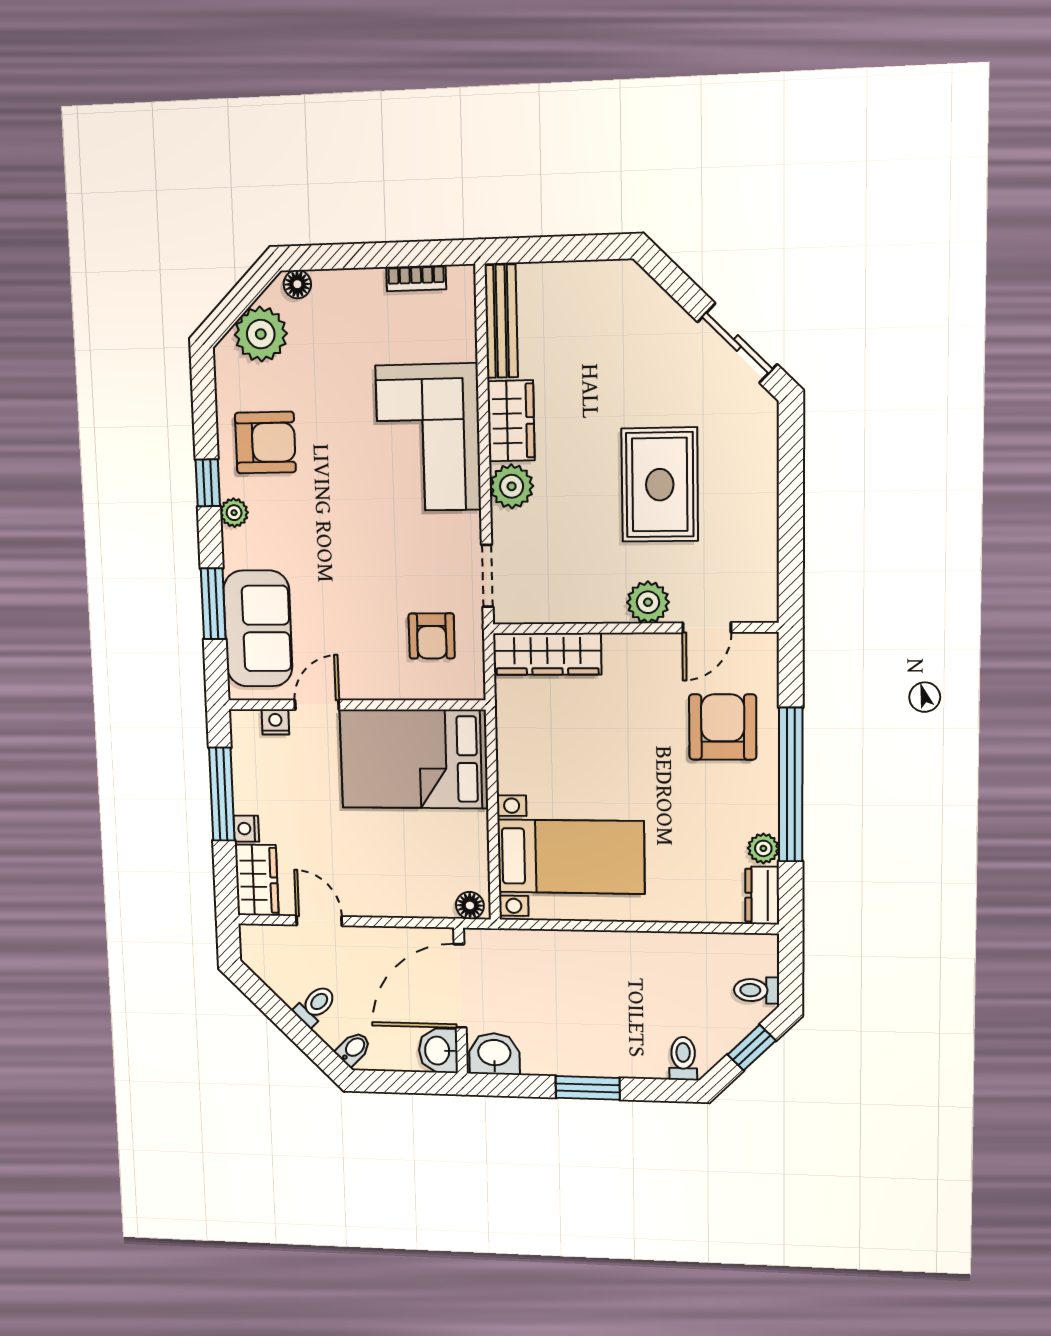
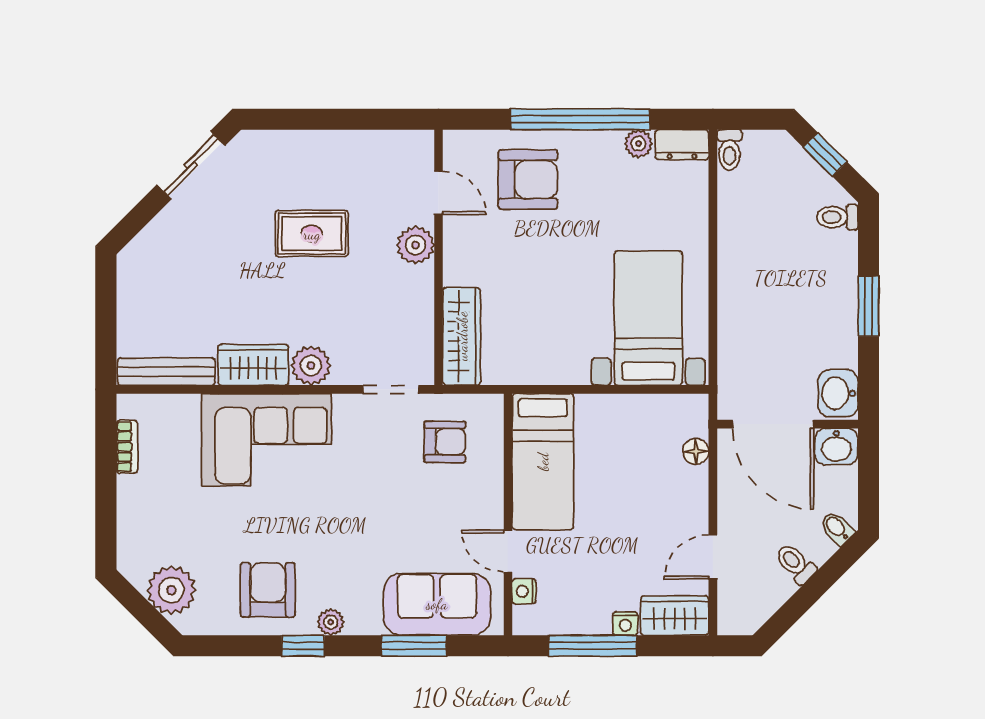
floor lamp: (297, 284) -> (129, 555), removed
rug: (660, 485) -> (312, 234), width x0.73, depth x0.70
armchair: (723, 727) -> (528, 179), turned 180
bed: (414, 759) -> (543, 462), width x0.67
floor lamp: (470, 905) -> (696, 451), moved
toilet: (757, 990) -> (729, 150), moved

